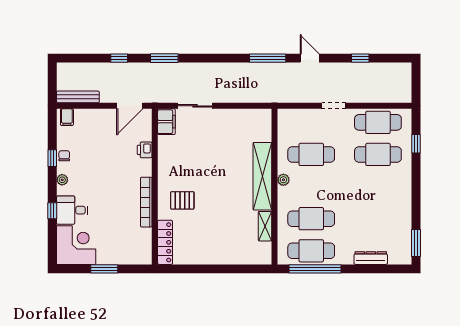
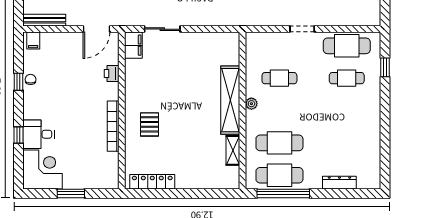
cafe table: (311, 154) -> (279, 78), width x0.73, depth x0.74
cafe table: (378, 154) -> (347, 78), width x0.73, depth x0.74
plant: (62, 180) -> (29, 104), removed
pallet: (182, 200) -> (150, 124), turned 90
locker: (165, 242) -> (152, 182), moved, turned -90
window: (416, 243) -> (385, 167), removed

